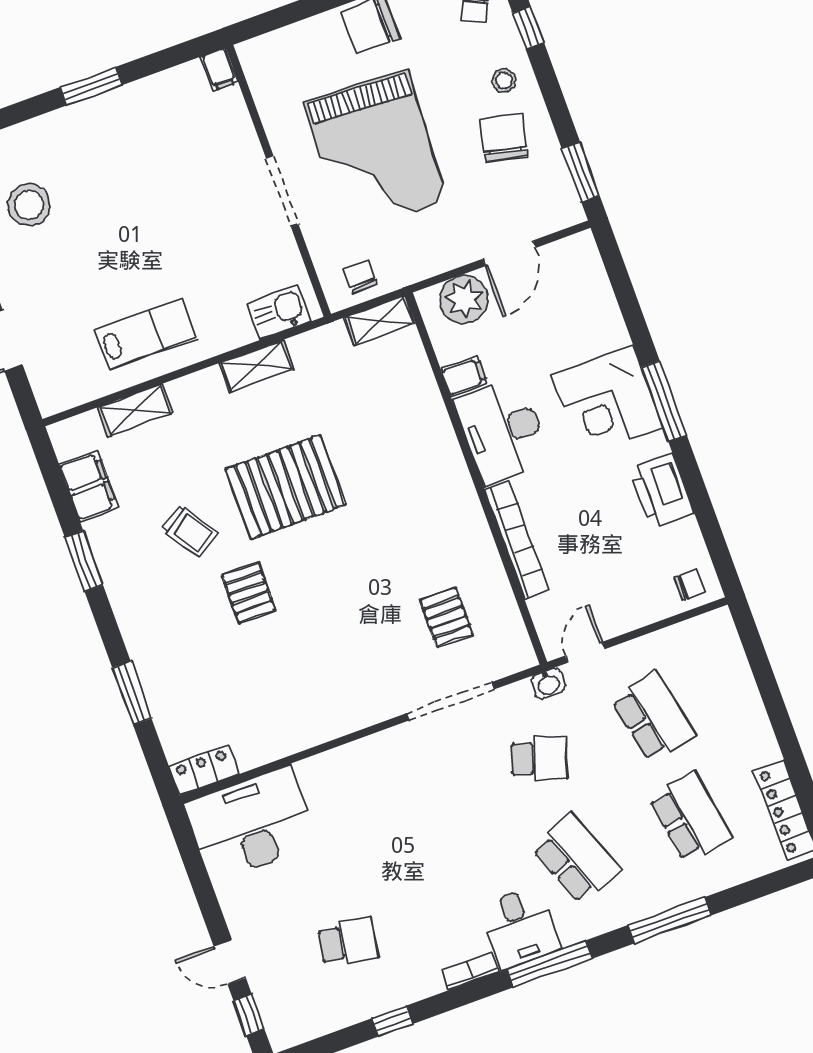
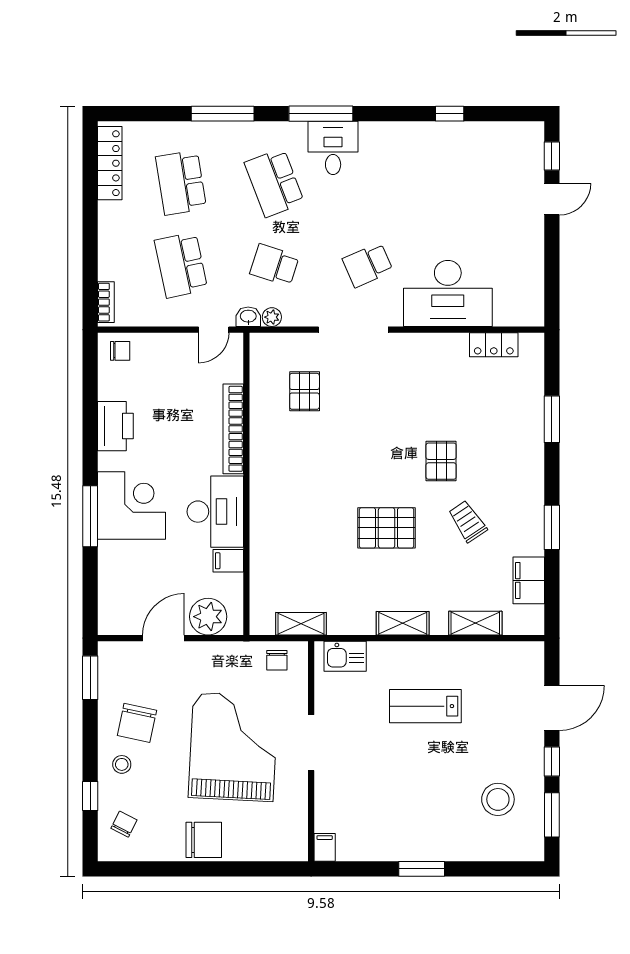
shelving: (380, 320) -> (301, 624), moved
lab bench: (146, 334) -> (425, 706), moved
shelving: (257, 366) -> (403, 623), moved
window: (664, 401) -> (90, 516), moved
pallet: (286, 487) -> (387, 528), width x0.73, depth x0.71
chair: (690, 585) -> (120, 351), turned 180
plant: (519, 693) -> (272, 317), added
doorway: (450, 701) -> (353, 330), moved
locker: (204, 770) -> (494, 345), moved
desk: (251, 824) -> (448, 293), moved
school desk: (348, 942) -> (368, 265), moved, turned -33
door: (230, 962) -> (552, 199), hinge flipped
bookcase: (470, 971) -> (106, 302), moved, turned -90

